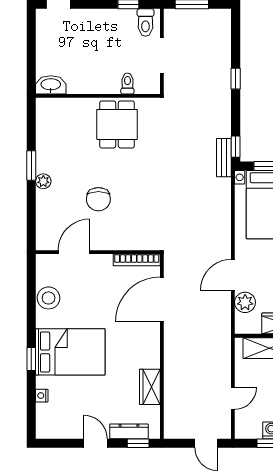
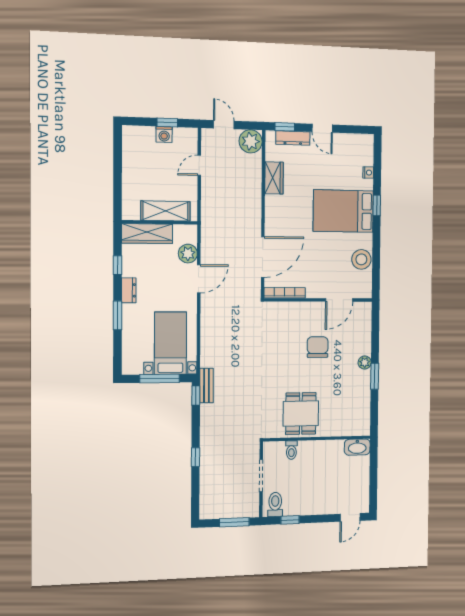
plant: (176, 426) -> (251, 141), added

